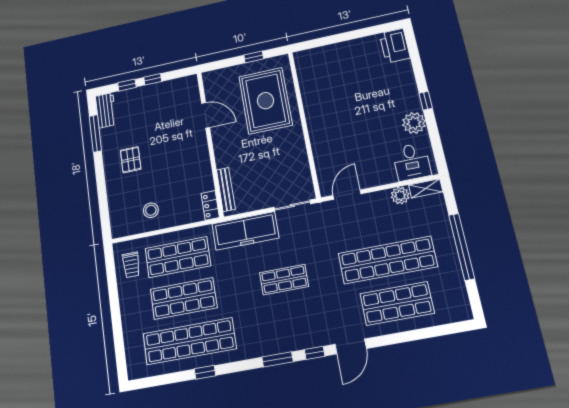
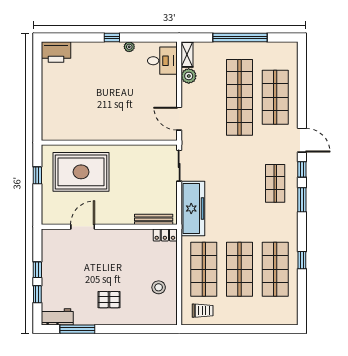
plant: (414, 123) -> (129, 47), width x0.53, depth x0.53
shop shelf: (284, 280) -> (275, 183), moved
shop shelf: (190, 341) -> (275, 269), width x0.71

